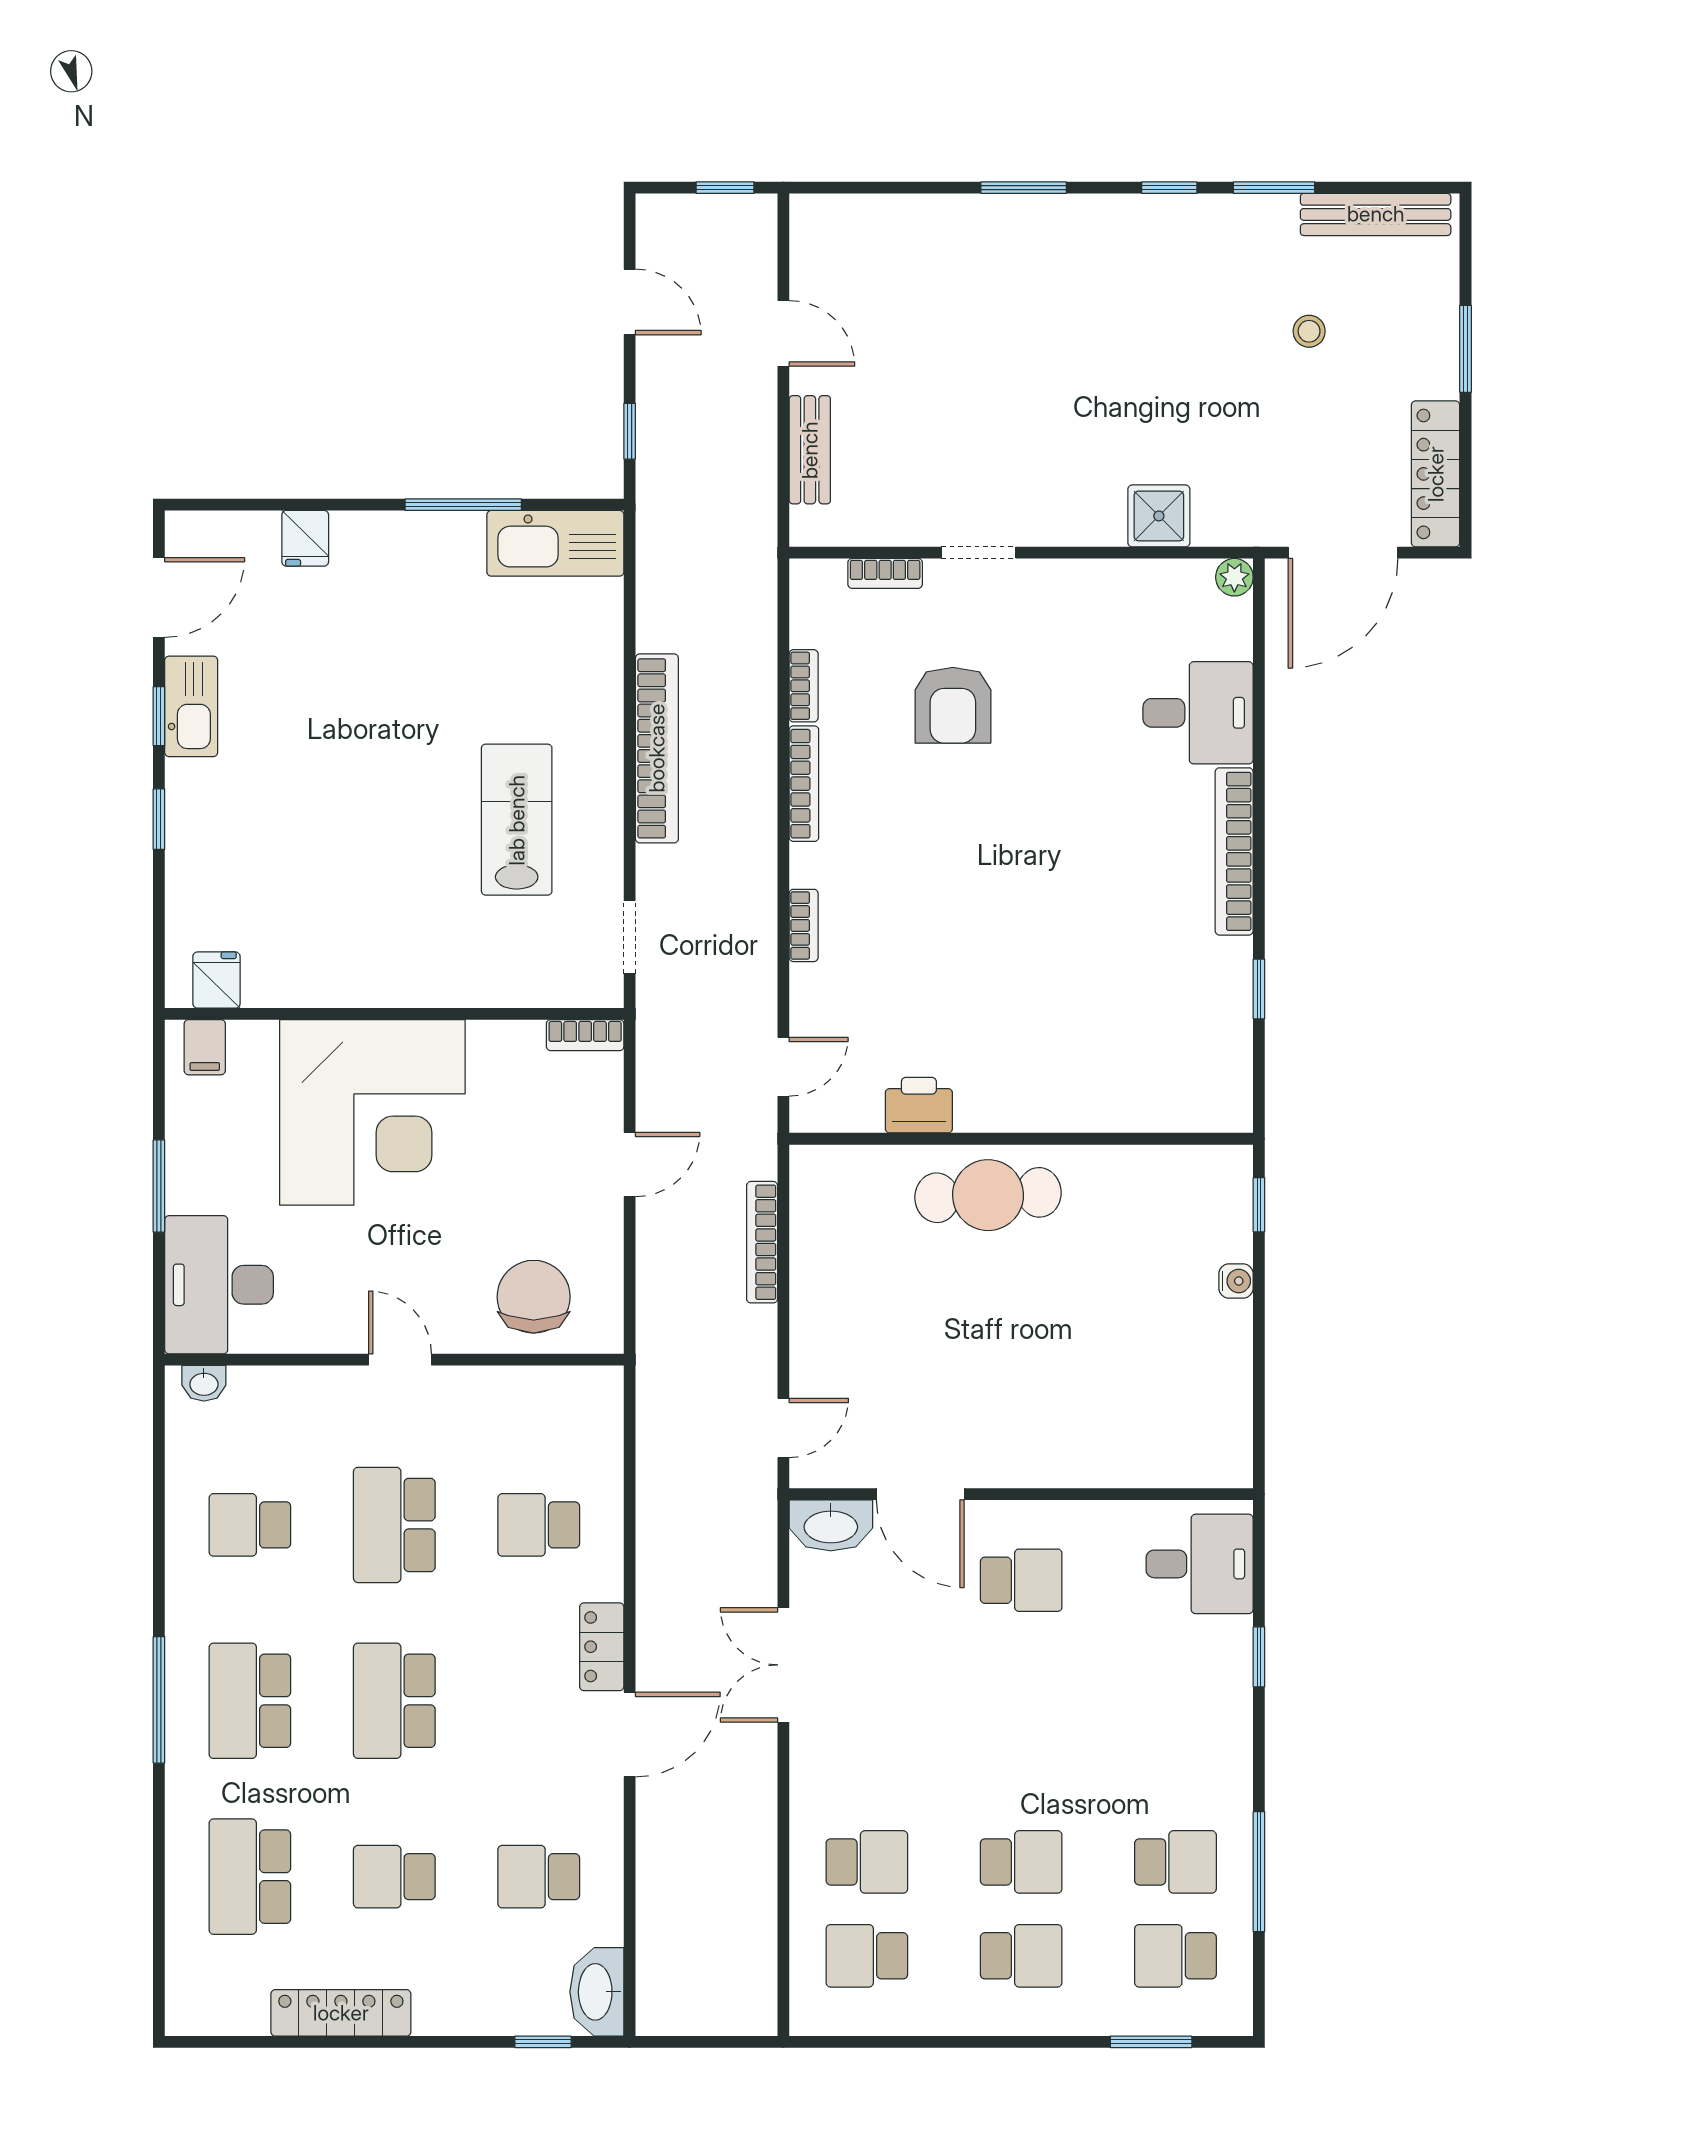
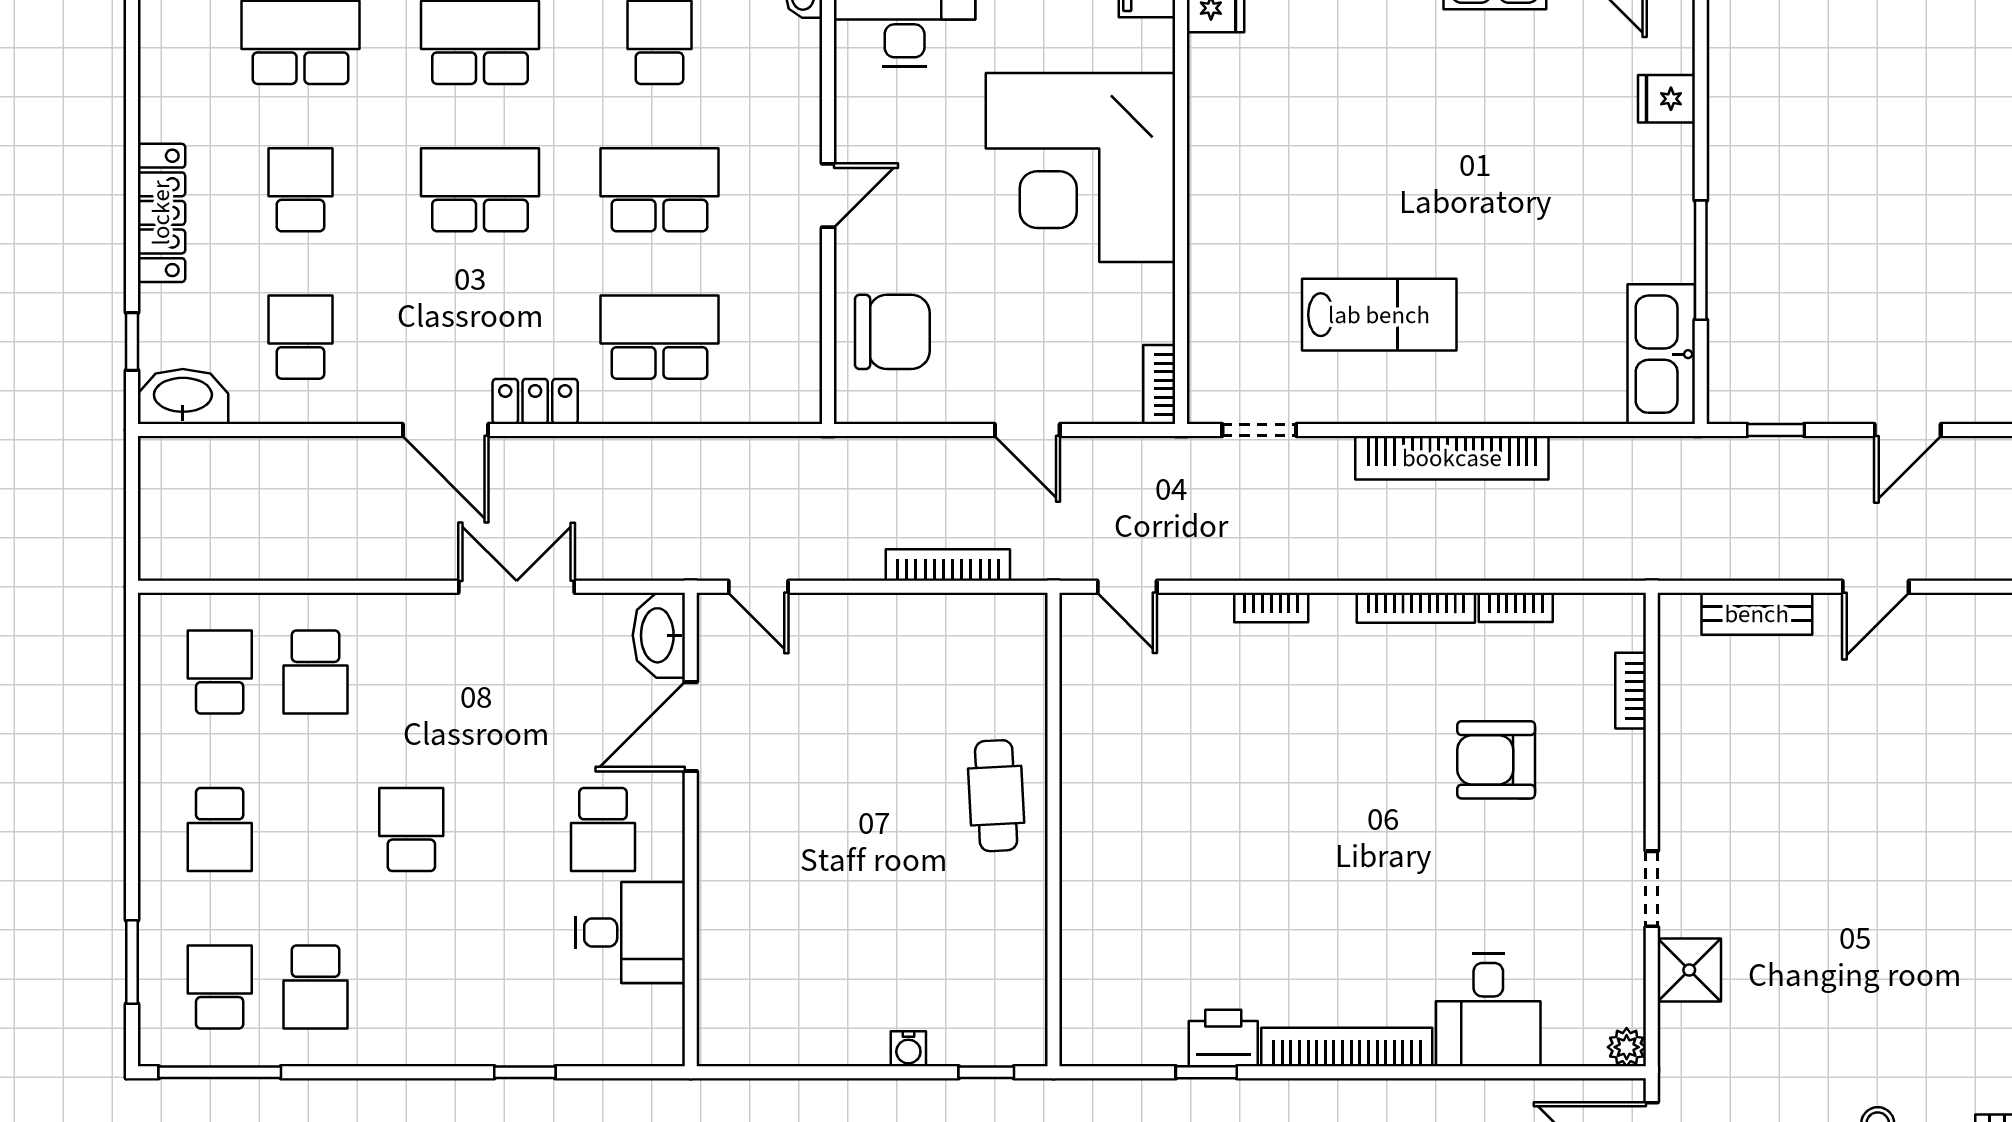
doorway: (979, 553) -> (1652, 889), moved
printer: (919, 1105) -> (1223, 1038), moved, turned -90
cafe table: (988, 1195) -> (996, 796), width x0.73, depth x0.74
school desk: (539, 1525) -> (659, 337), width x1.85
desk: (1200, 1564) -> (630, 932), moved, turned -90
school desk: (1021, 1862) -> (411, 829), moved, turned 180
window: (1259, 1872) -> (220, 1072), moved
locker: (341, 2013) -> (161, 213), moved

